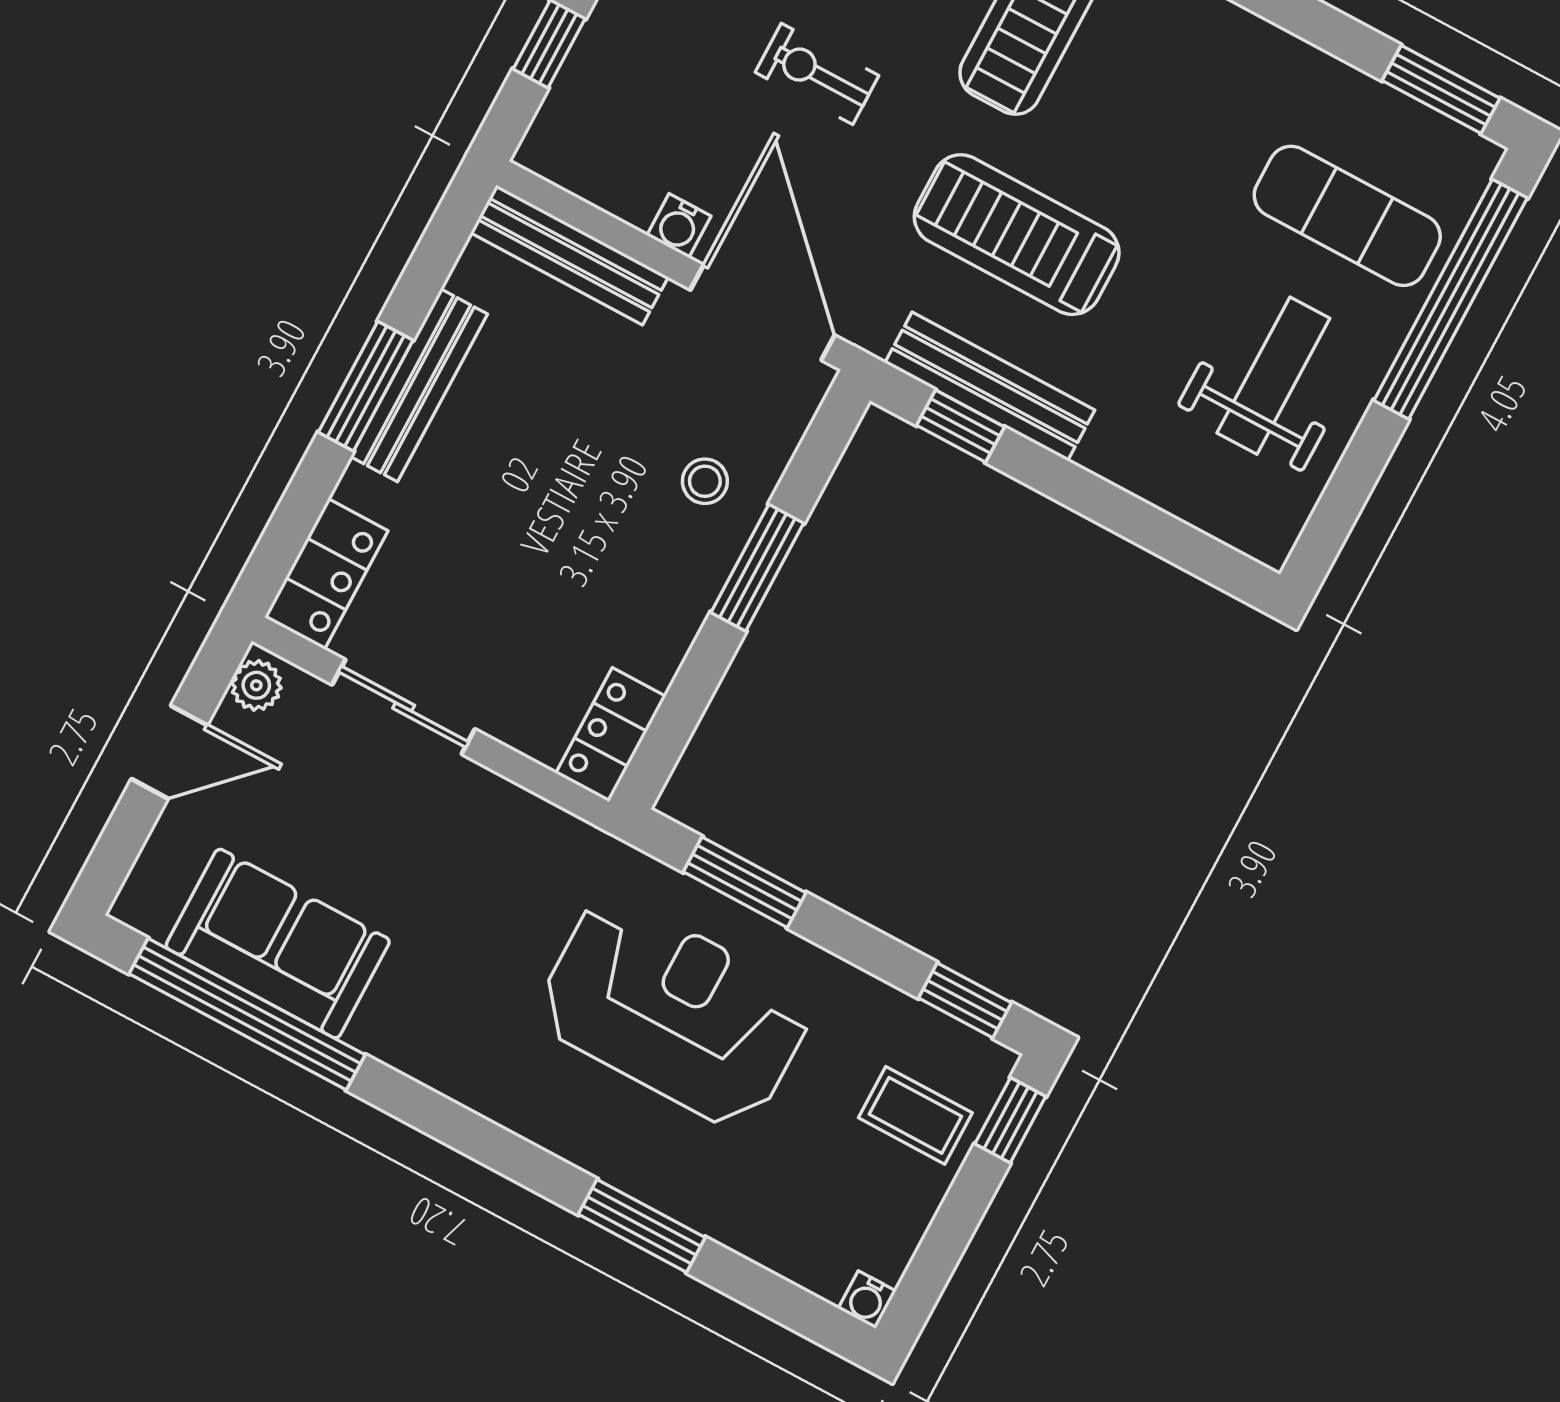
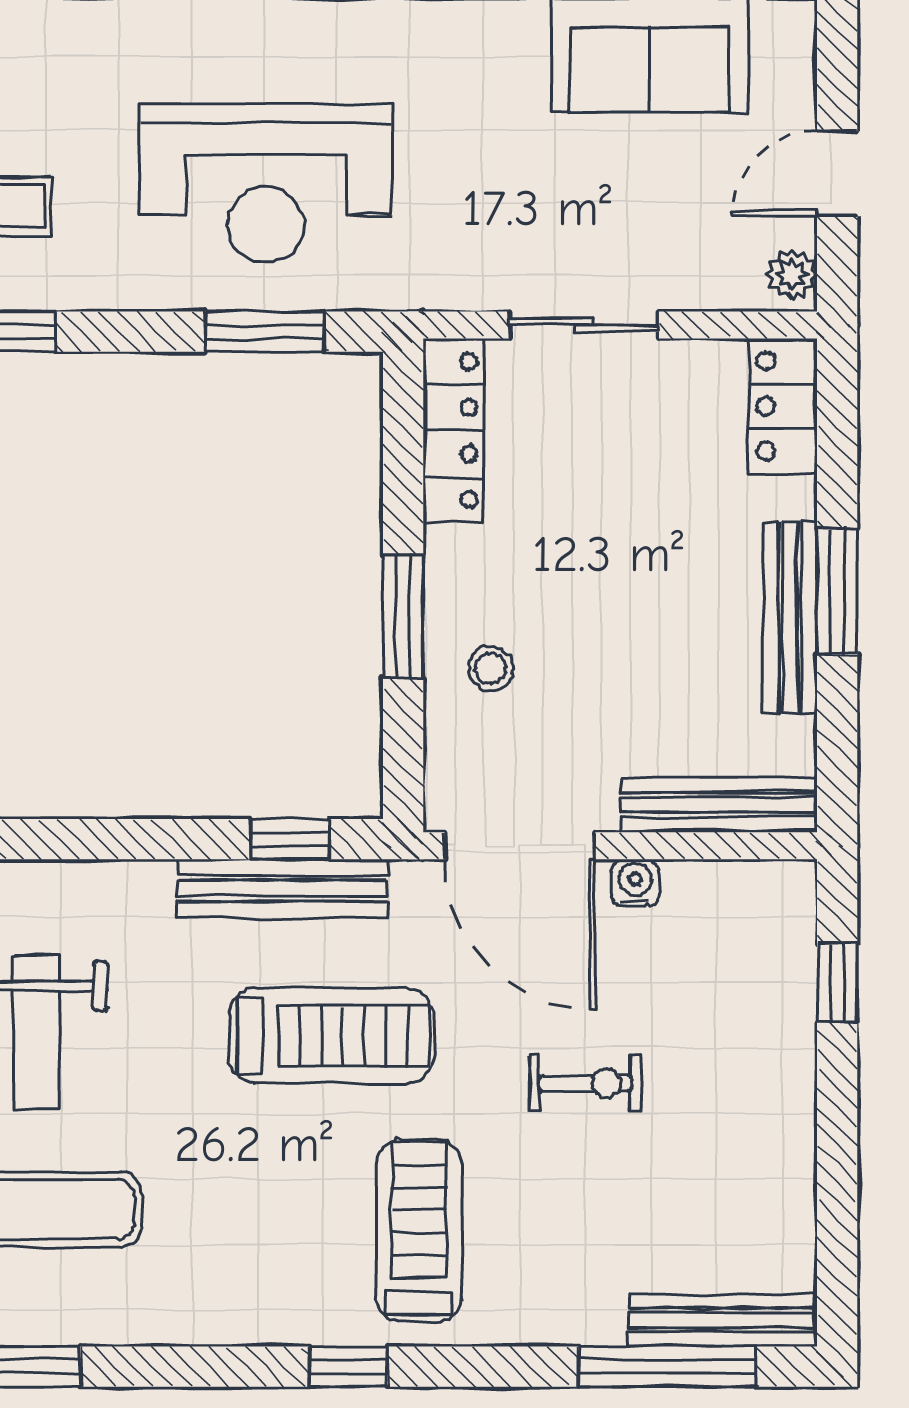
sliding door: (404, 707) -> (584, 325), moved
locker: (611, 735) -> (454, 431), width x1.53

